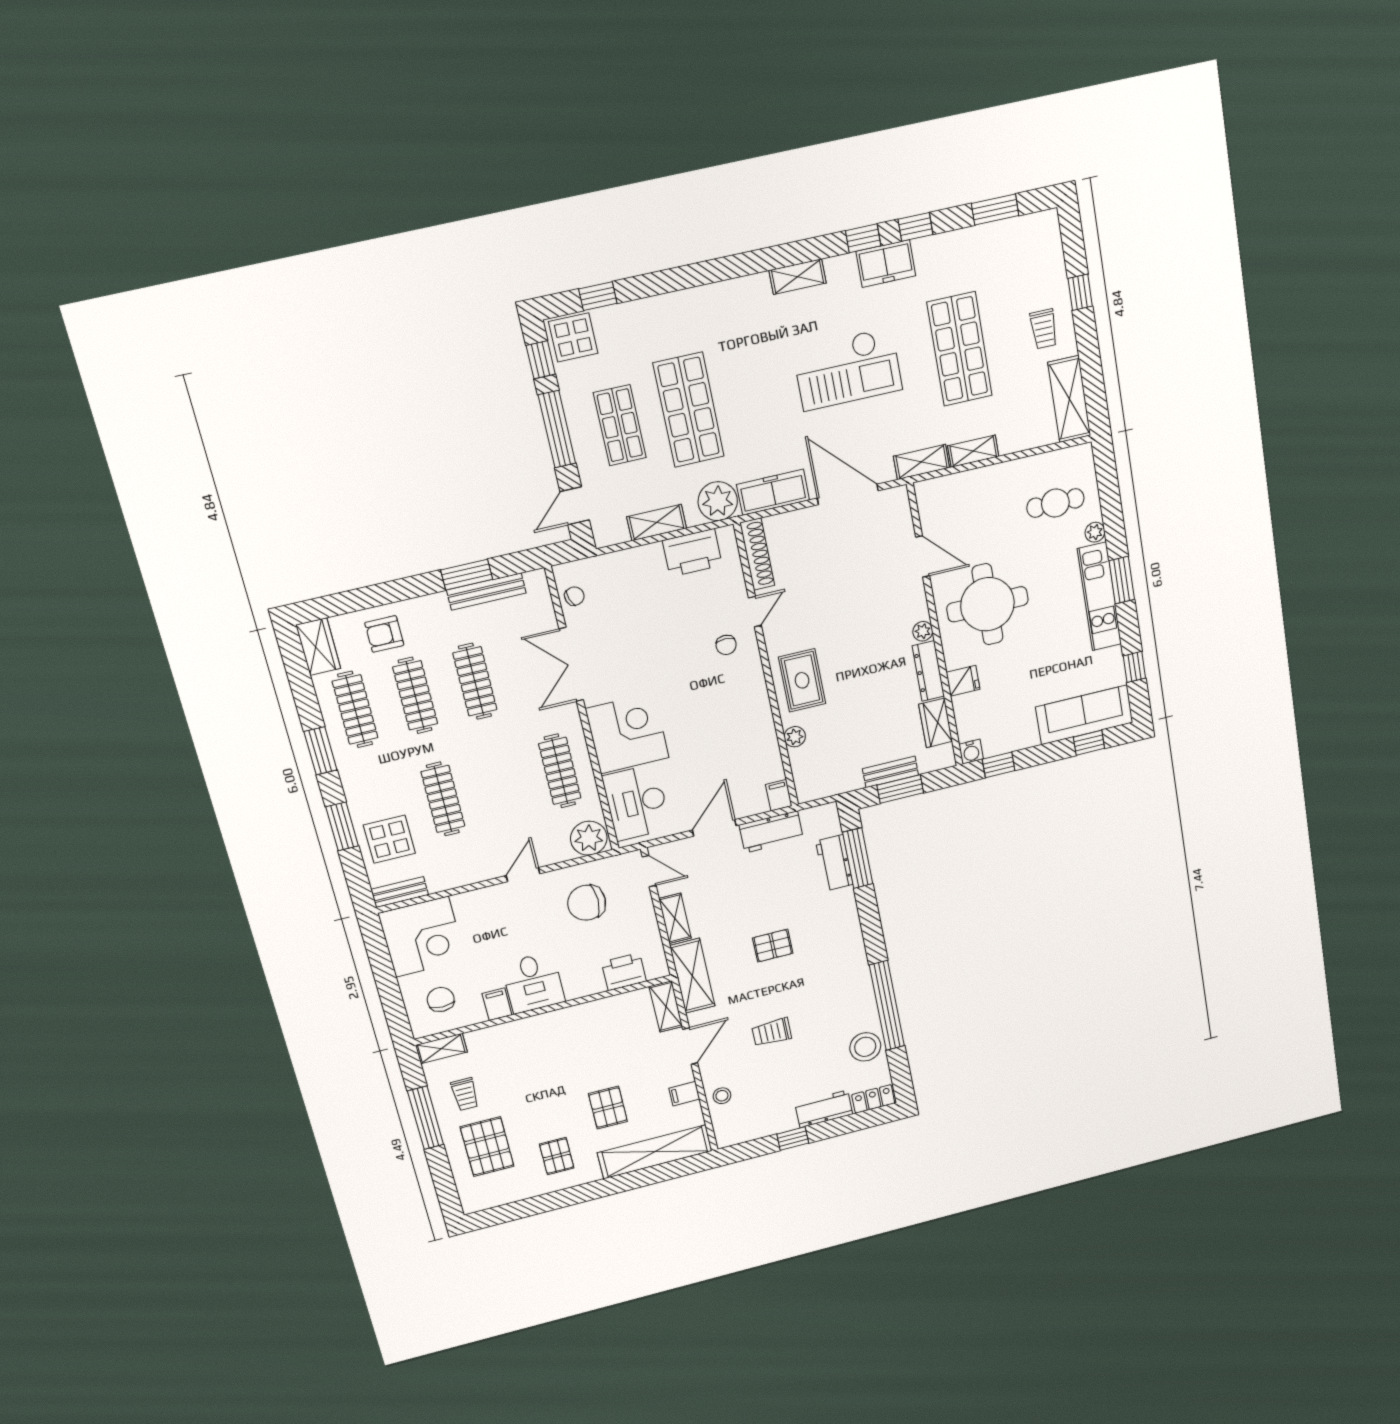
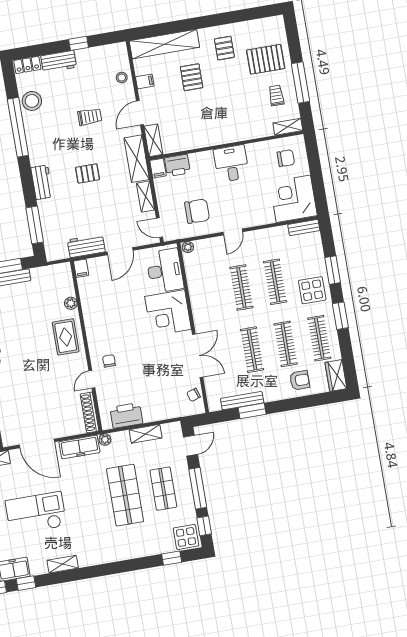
plant: (718, 501) -> (105, 440), width x0.53, depth x0.53
clothes rail: (560, 771) -> (241, 287), moved
plant: (589, 838) -> (188, 247), width x0.53, depth x0.53
display table: (389, 839) -> (312, 290), moved
workbench: (834, 863) -> (42, 182), moved
chair: (441, 999) -> (286, 158), turned -90
filing cabinet: (497, 1004) -> (158, 168), moved
pallet: (487, 1147) -> (266, 59), turned 90

